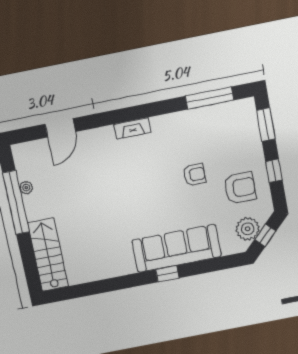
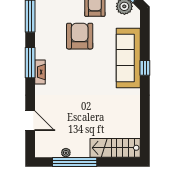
window: (143, 111) -> (30, 63), added
armchair: (194, 175) -> (80, 36), width x1.88, depth x1.88

